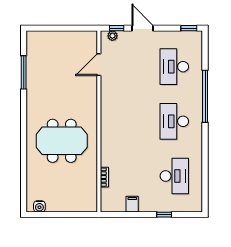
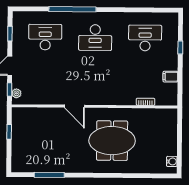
window: (70, 28) -> (9, 132), added
window: (189, 28) -> (10, 34), moved
door: (99, 65) -> (74, 106), moved
desk: (174, 67) -> (45, 37), turned 180
meeting table: (62, 141) -> (112, 141), turned 90

